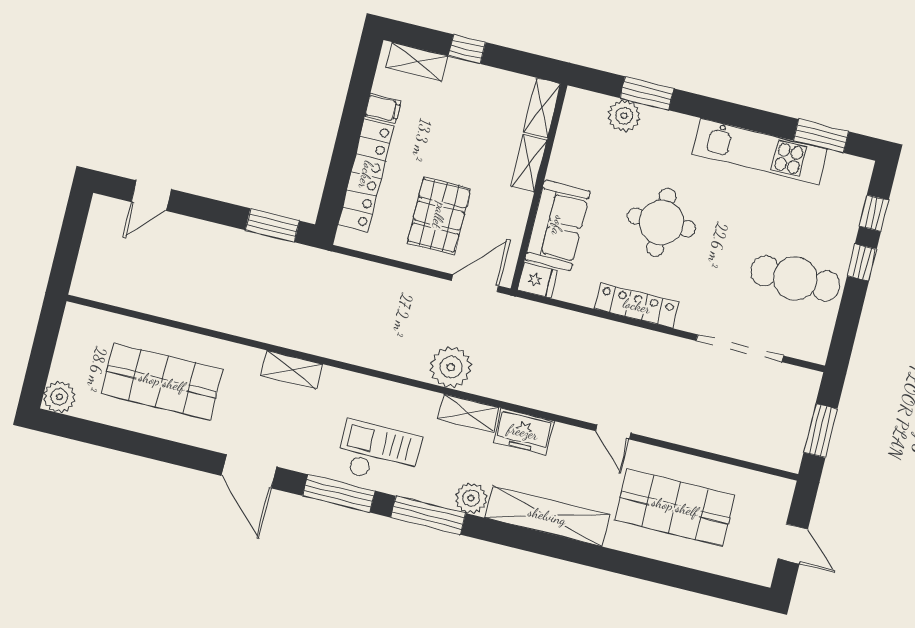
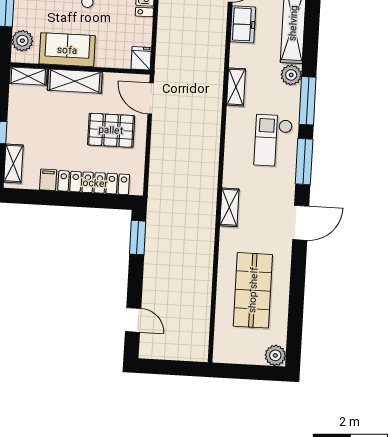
plant: (624, 116) -> (22, 41), moved
shelving: (529, 163) -> (75, 81), width x1.50, depth x1.33
sofa: (558, 226) -> (67, 50), moved
plant: (451, 367) -> (208, 104), removed
freezer: (523, 432) -> (243, 24), moved

